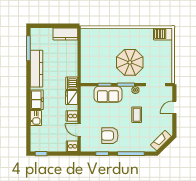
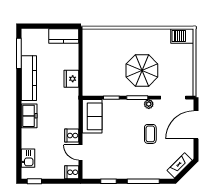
dishwasher: (72, 83) -> (72, 96), removed
sofa: (108, 94) -> (92, 116), moved, turned -90
fridge: (72, 97) -> (71, 79), moved
door: (174, 107) -> (196, 125), width x1.87
kitchen sink: (36, 118) -> (28, 158), moved
armchair: (110, 136) -> (118, 159), removed

